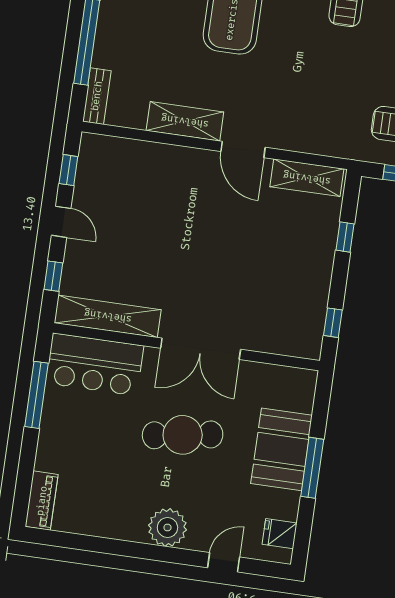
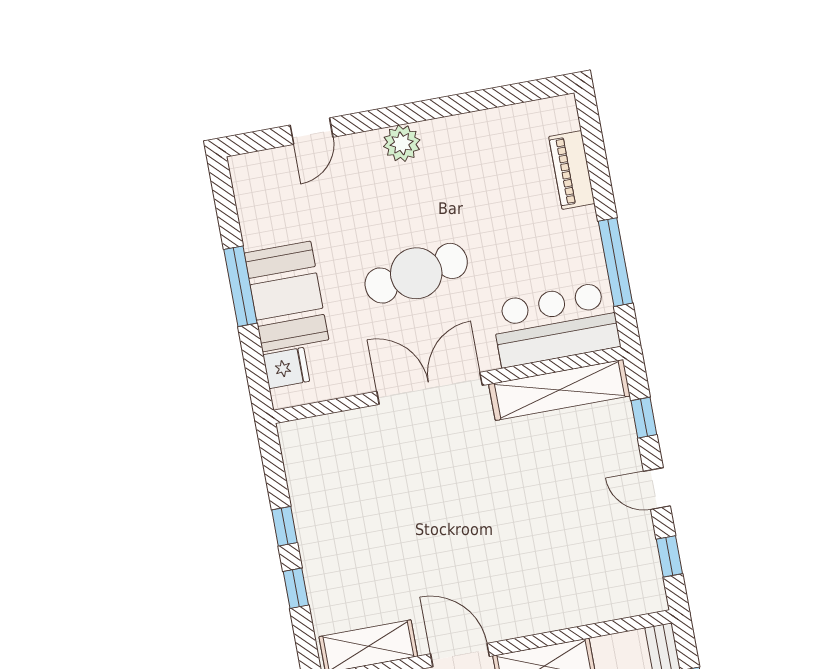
window: (333, 323) -> (284, 526), moved
piano: (42, 501) -> (572, 170), moved
plant: (167, 528) -> (402, 143), width x0.73, depth x0.73
fridge: (280, 534) -> (286, 368), moved

